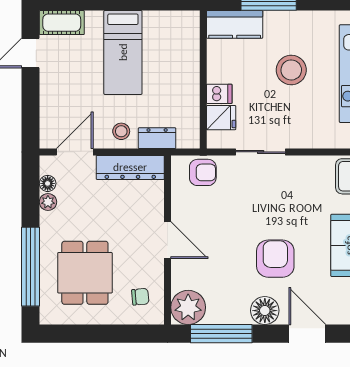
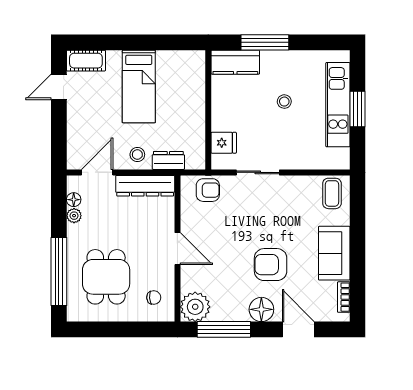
stool: (291, 70) -> (284, 102), width x0.53, depth x0.53
dishwasher: (219, 94) -> (222, 122), removed
armchair: (275, 259) -> (271, 265), turned -90

